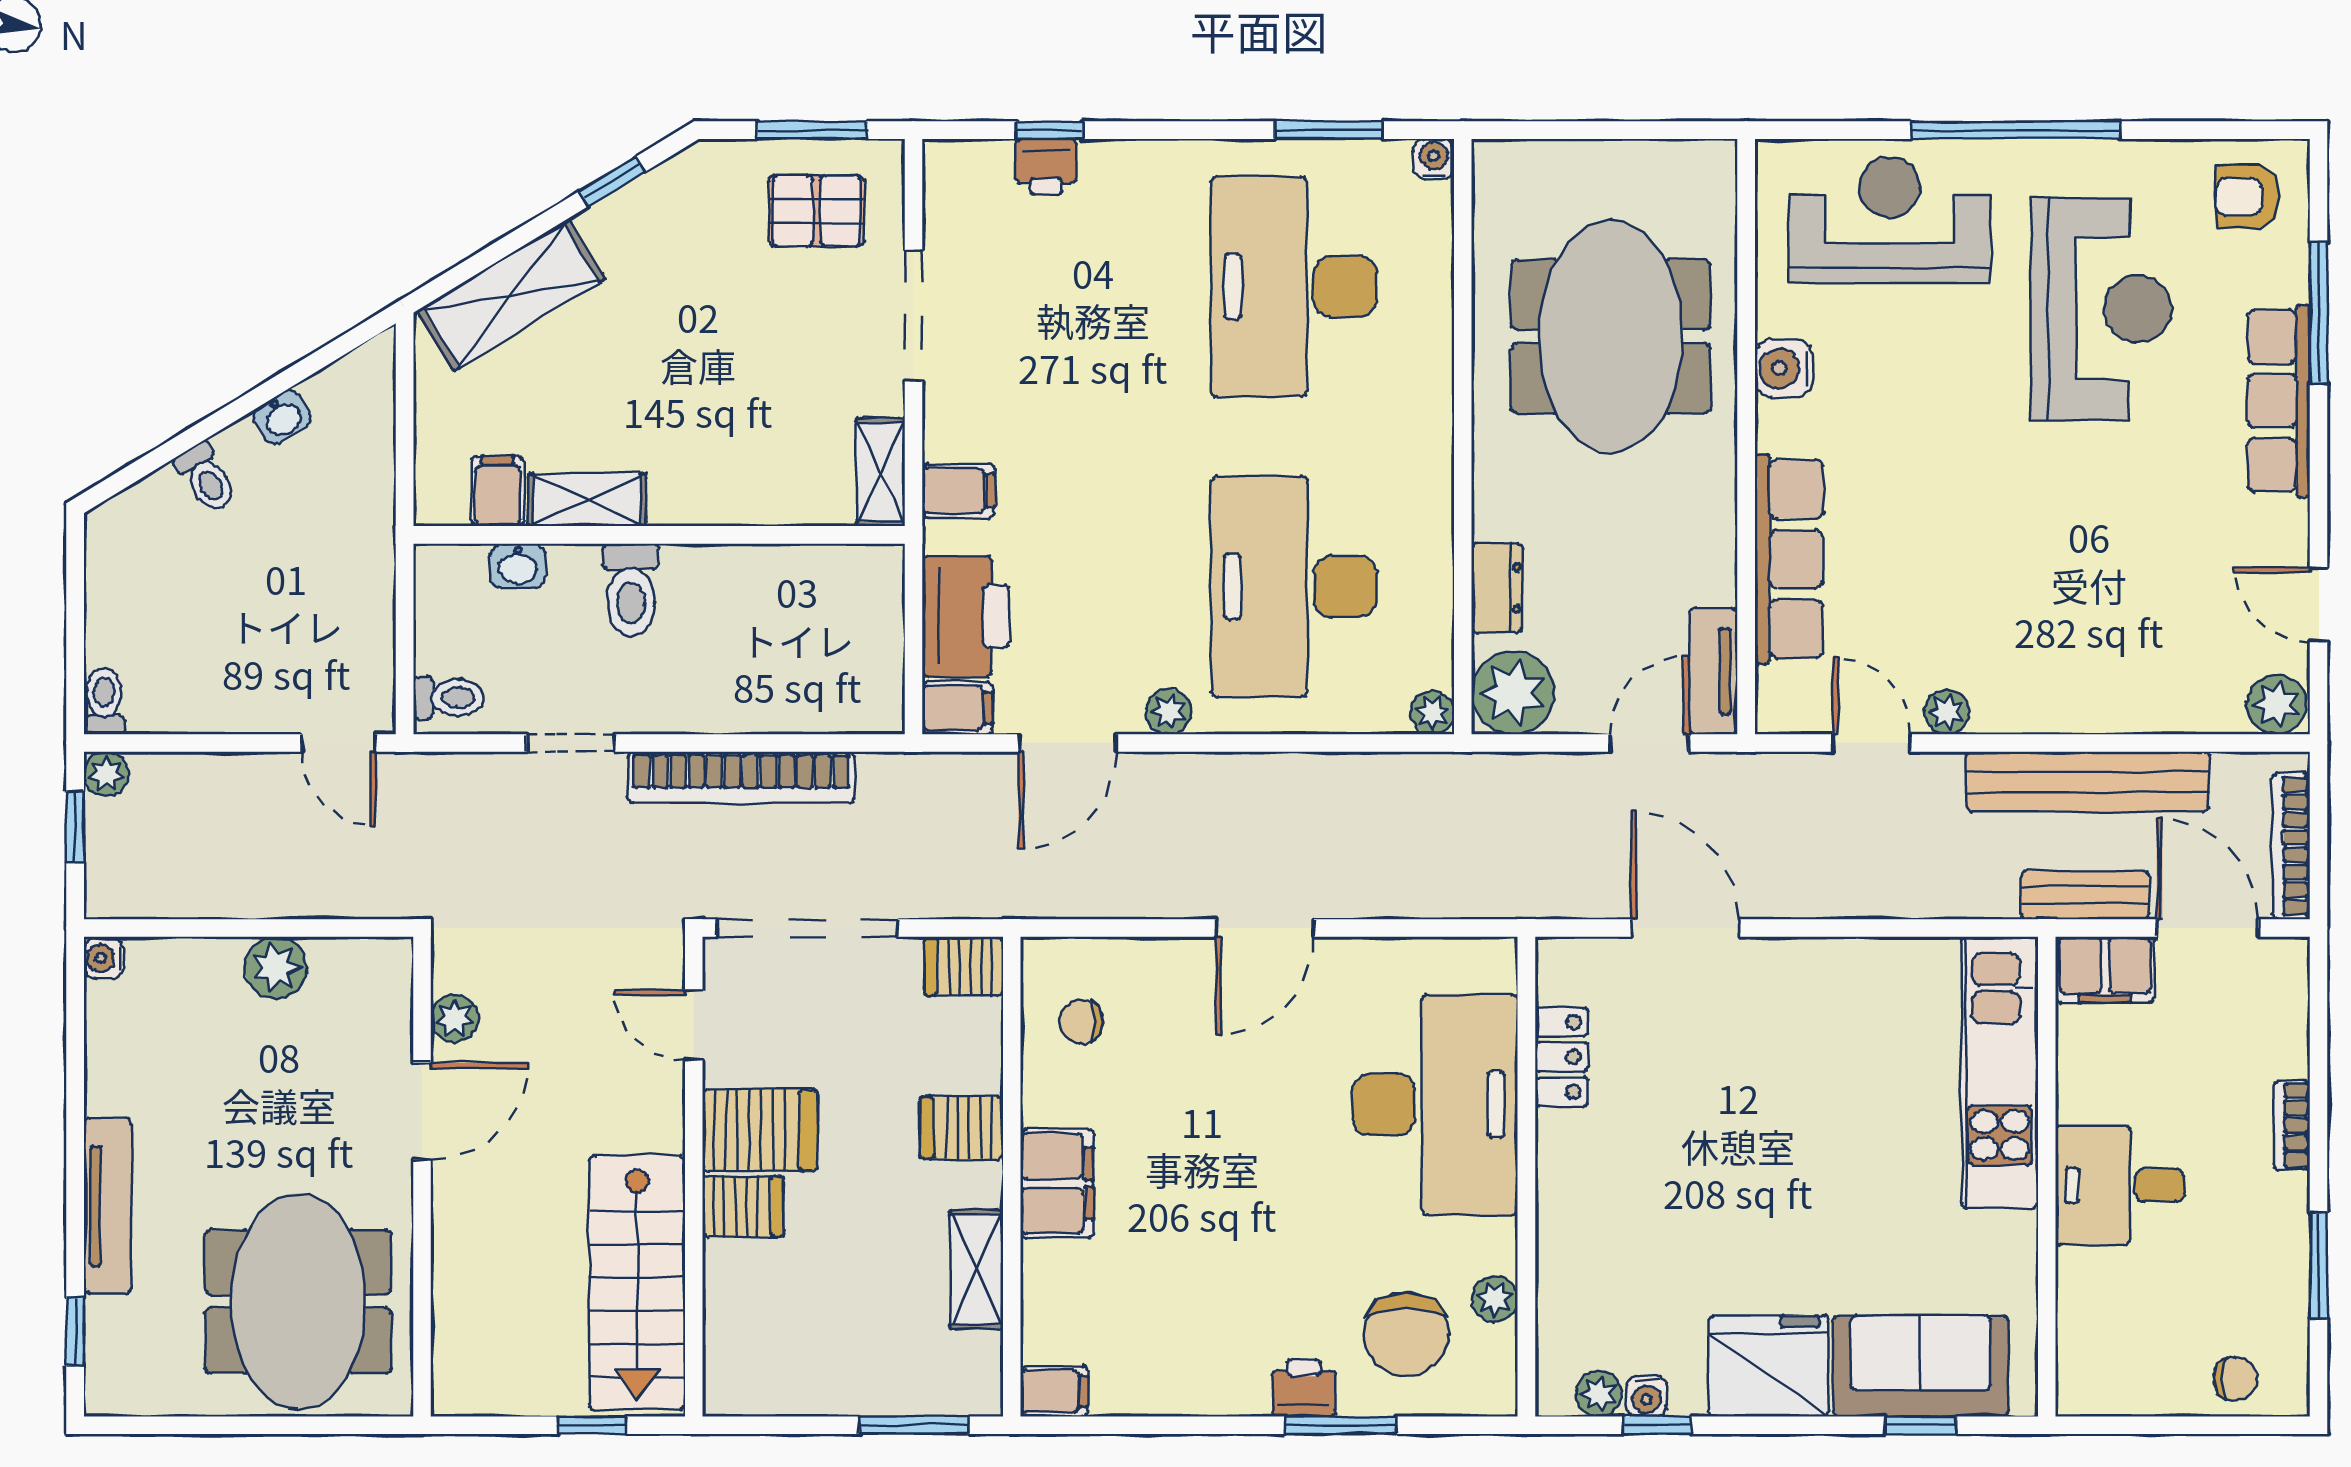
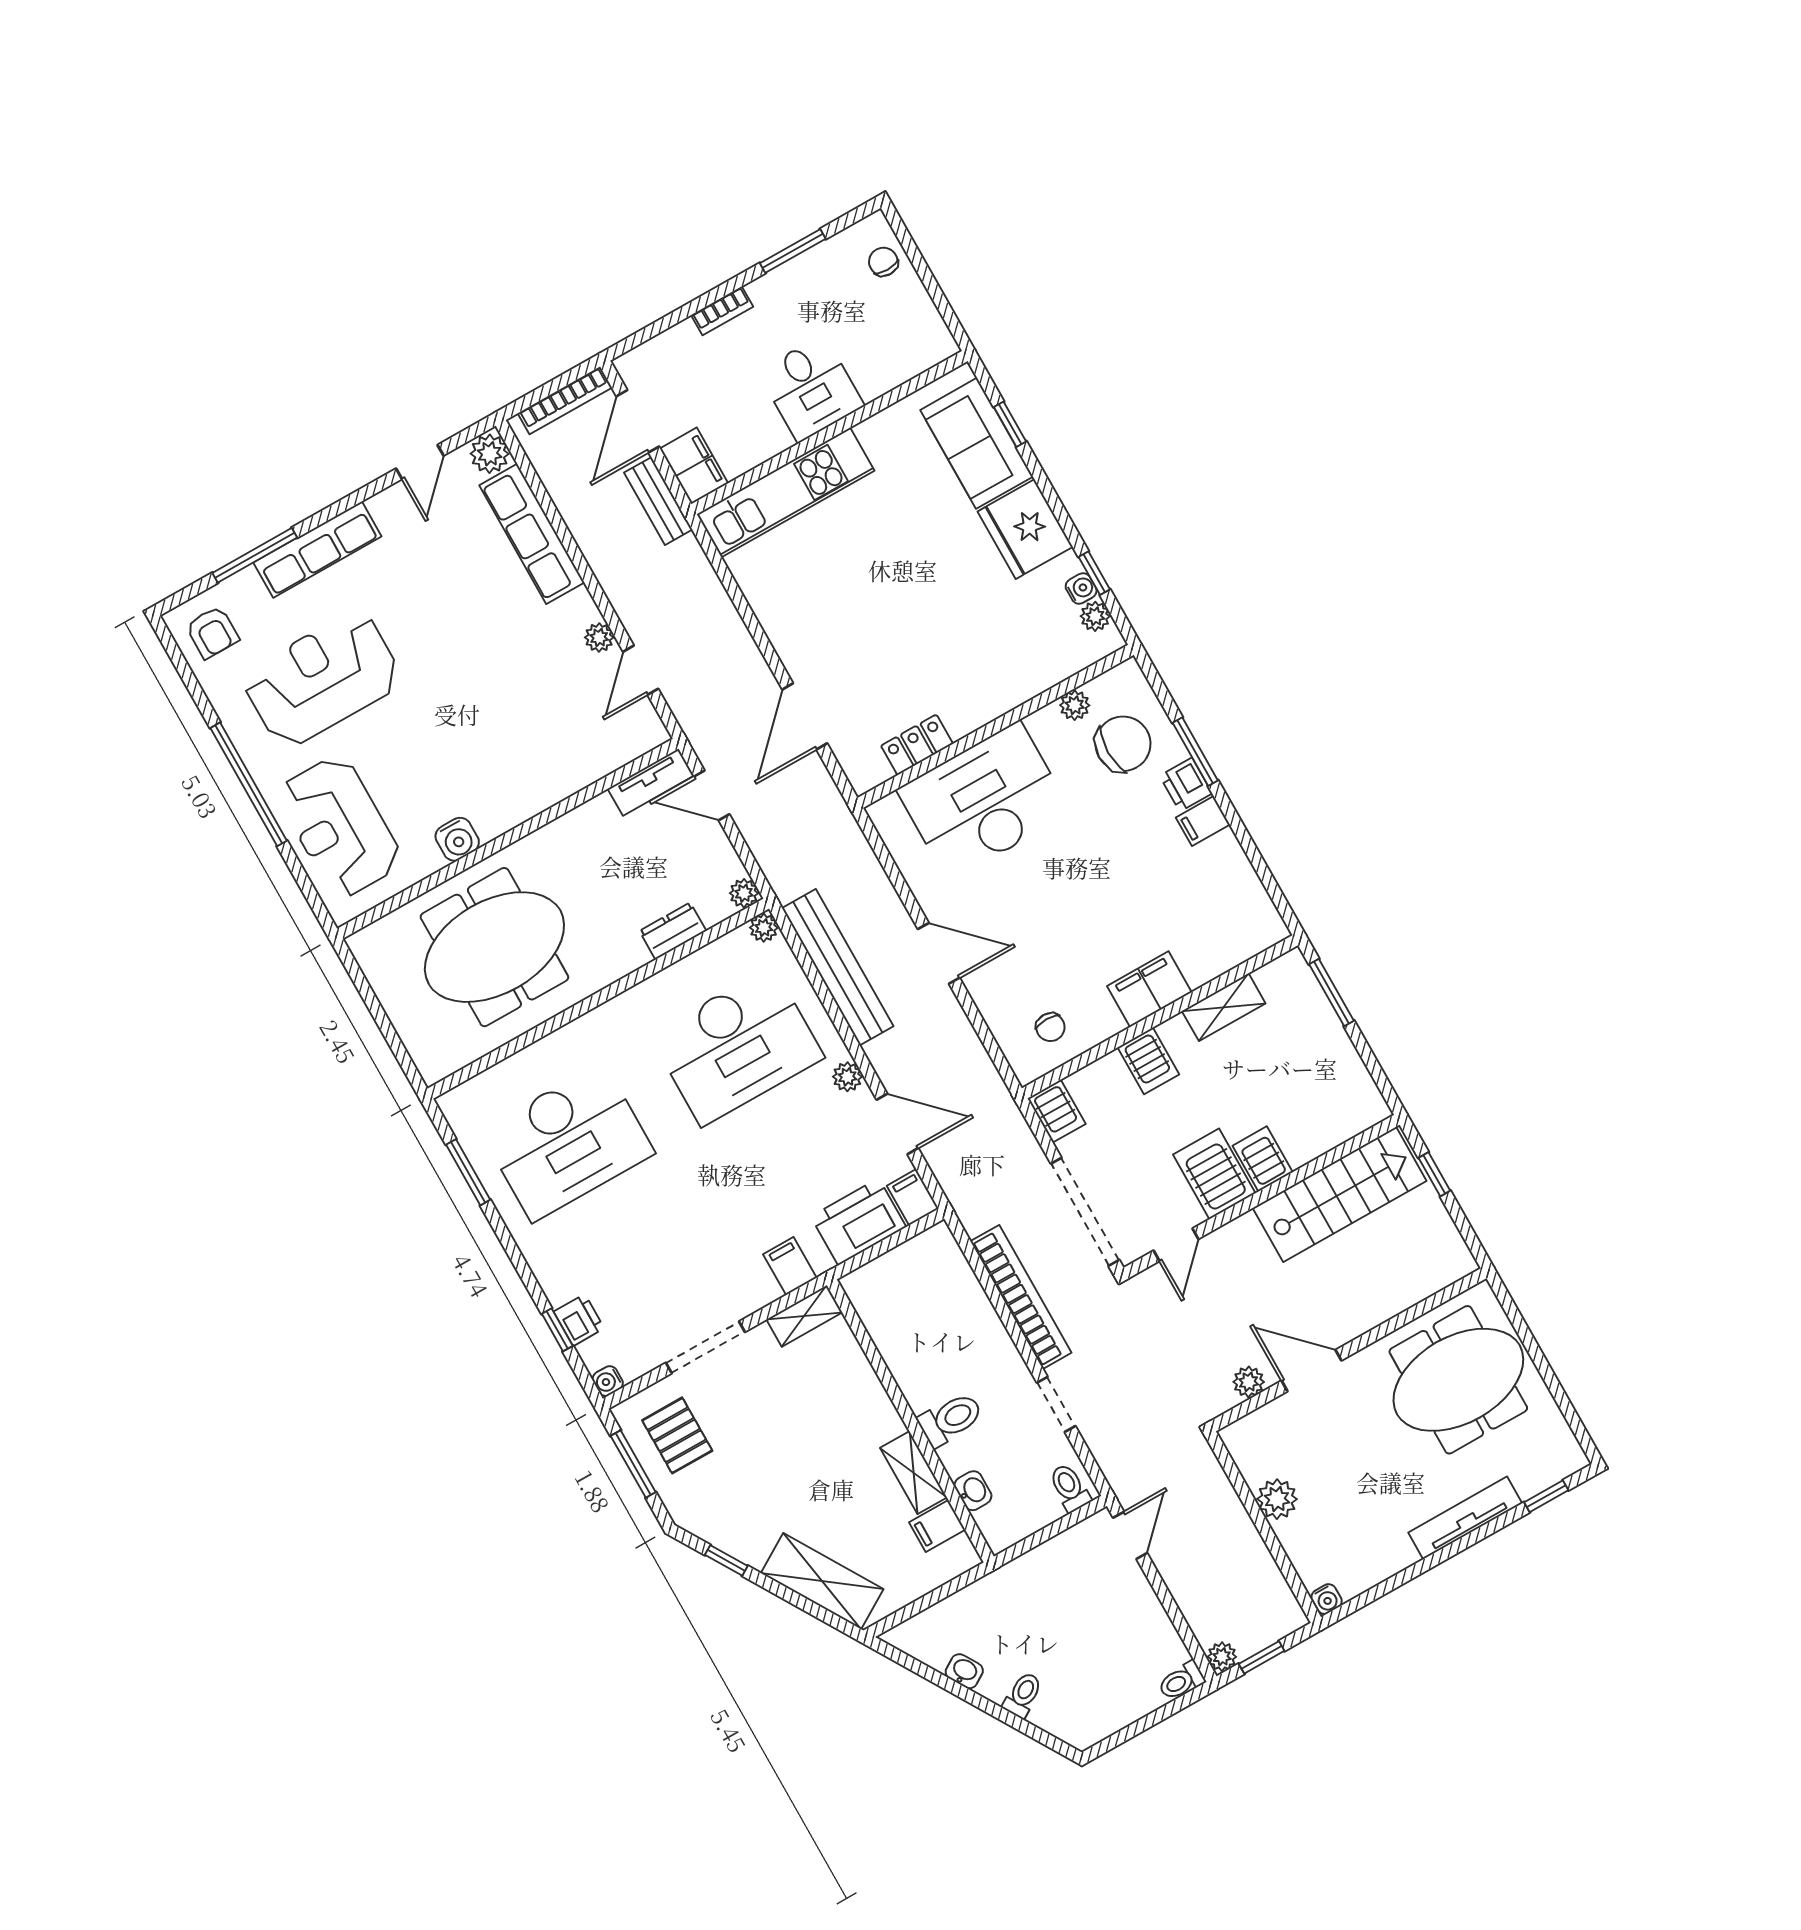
water cooler: (1434, 159) -> (608, 1381), moved
row of seats: (1789, 559) -> (532, 534), moved, turned -90
plant: (1513, 693) -> (744, 893), width x0.53, depth x0.53
bench: (2088, 782) -> (838, 967), moved
filing cabinet: (1054, 1391) -> (1203, 821), moved, turned -90

